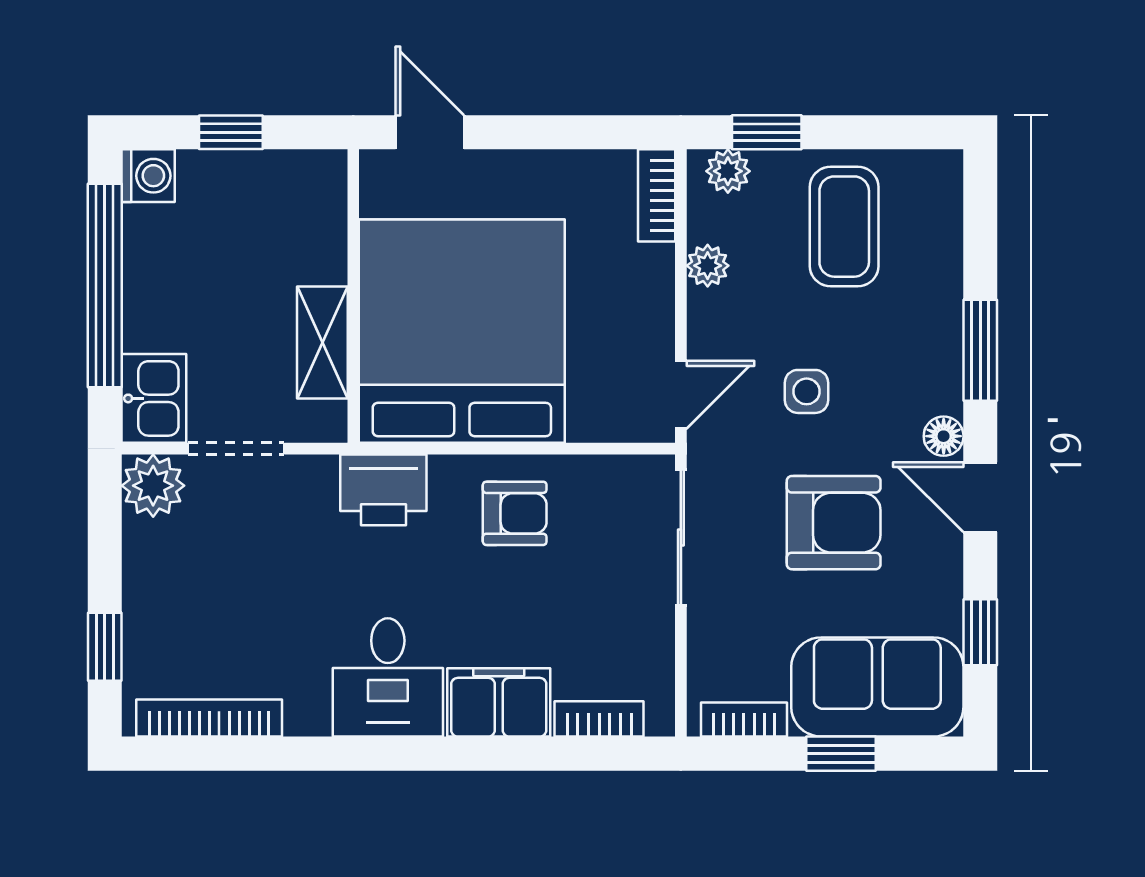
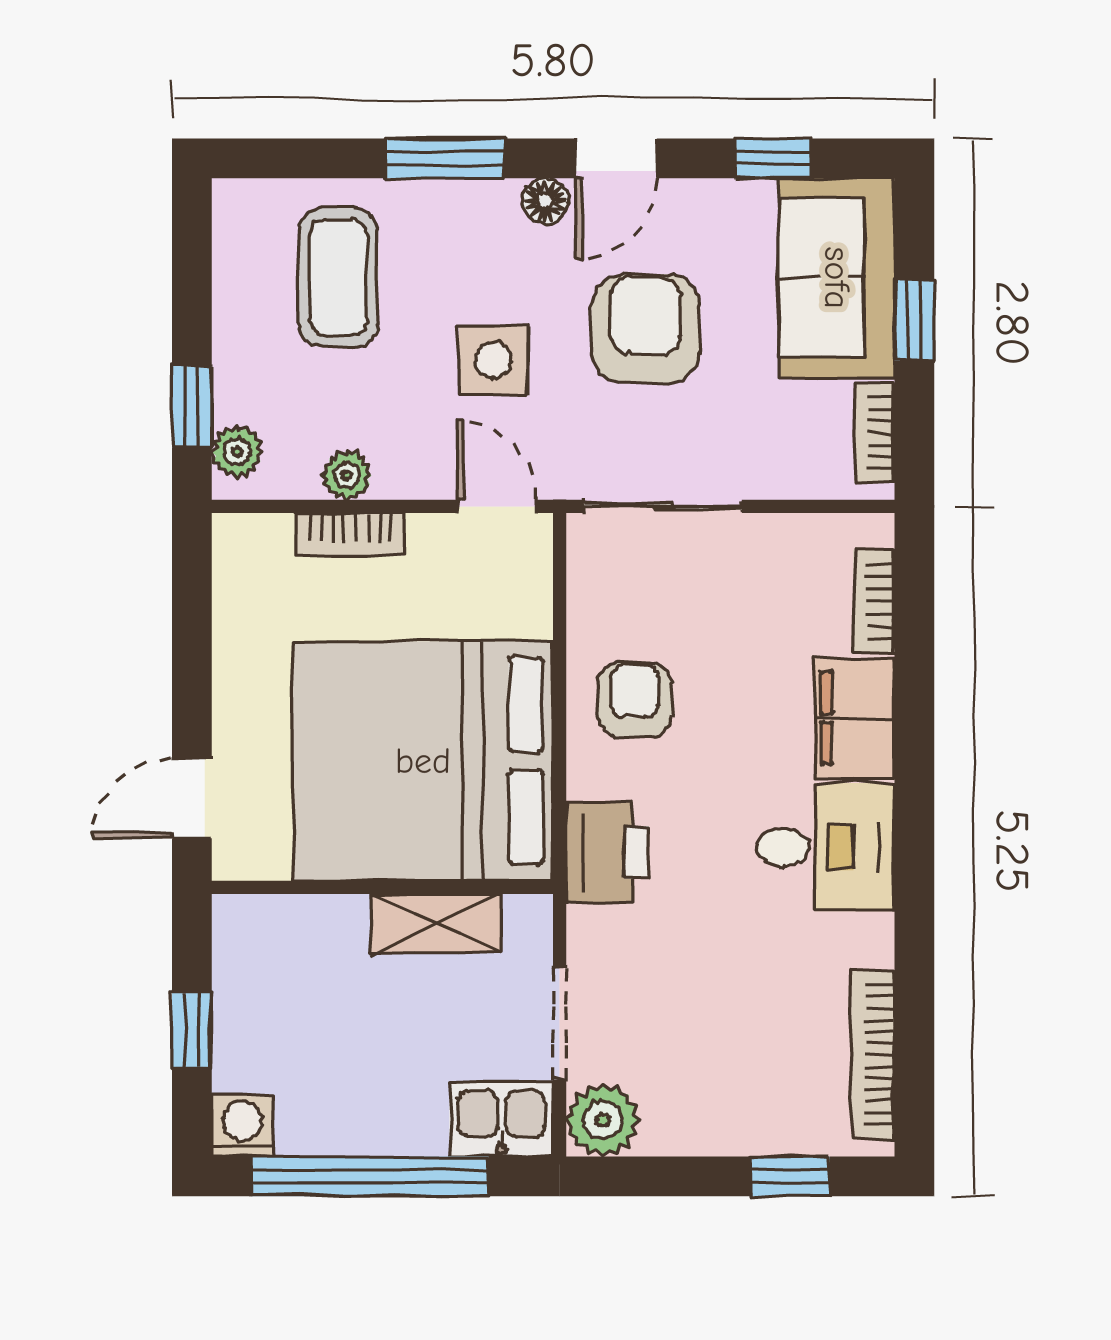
bookcase: (657, 195) -> (350, 534), moved
coffee table: (844, 227) -> (338, 277), moved, turned 90
side table: (807, 391) -> (493, 360), width x1.37, depth x1.37

